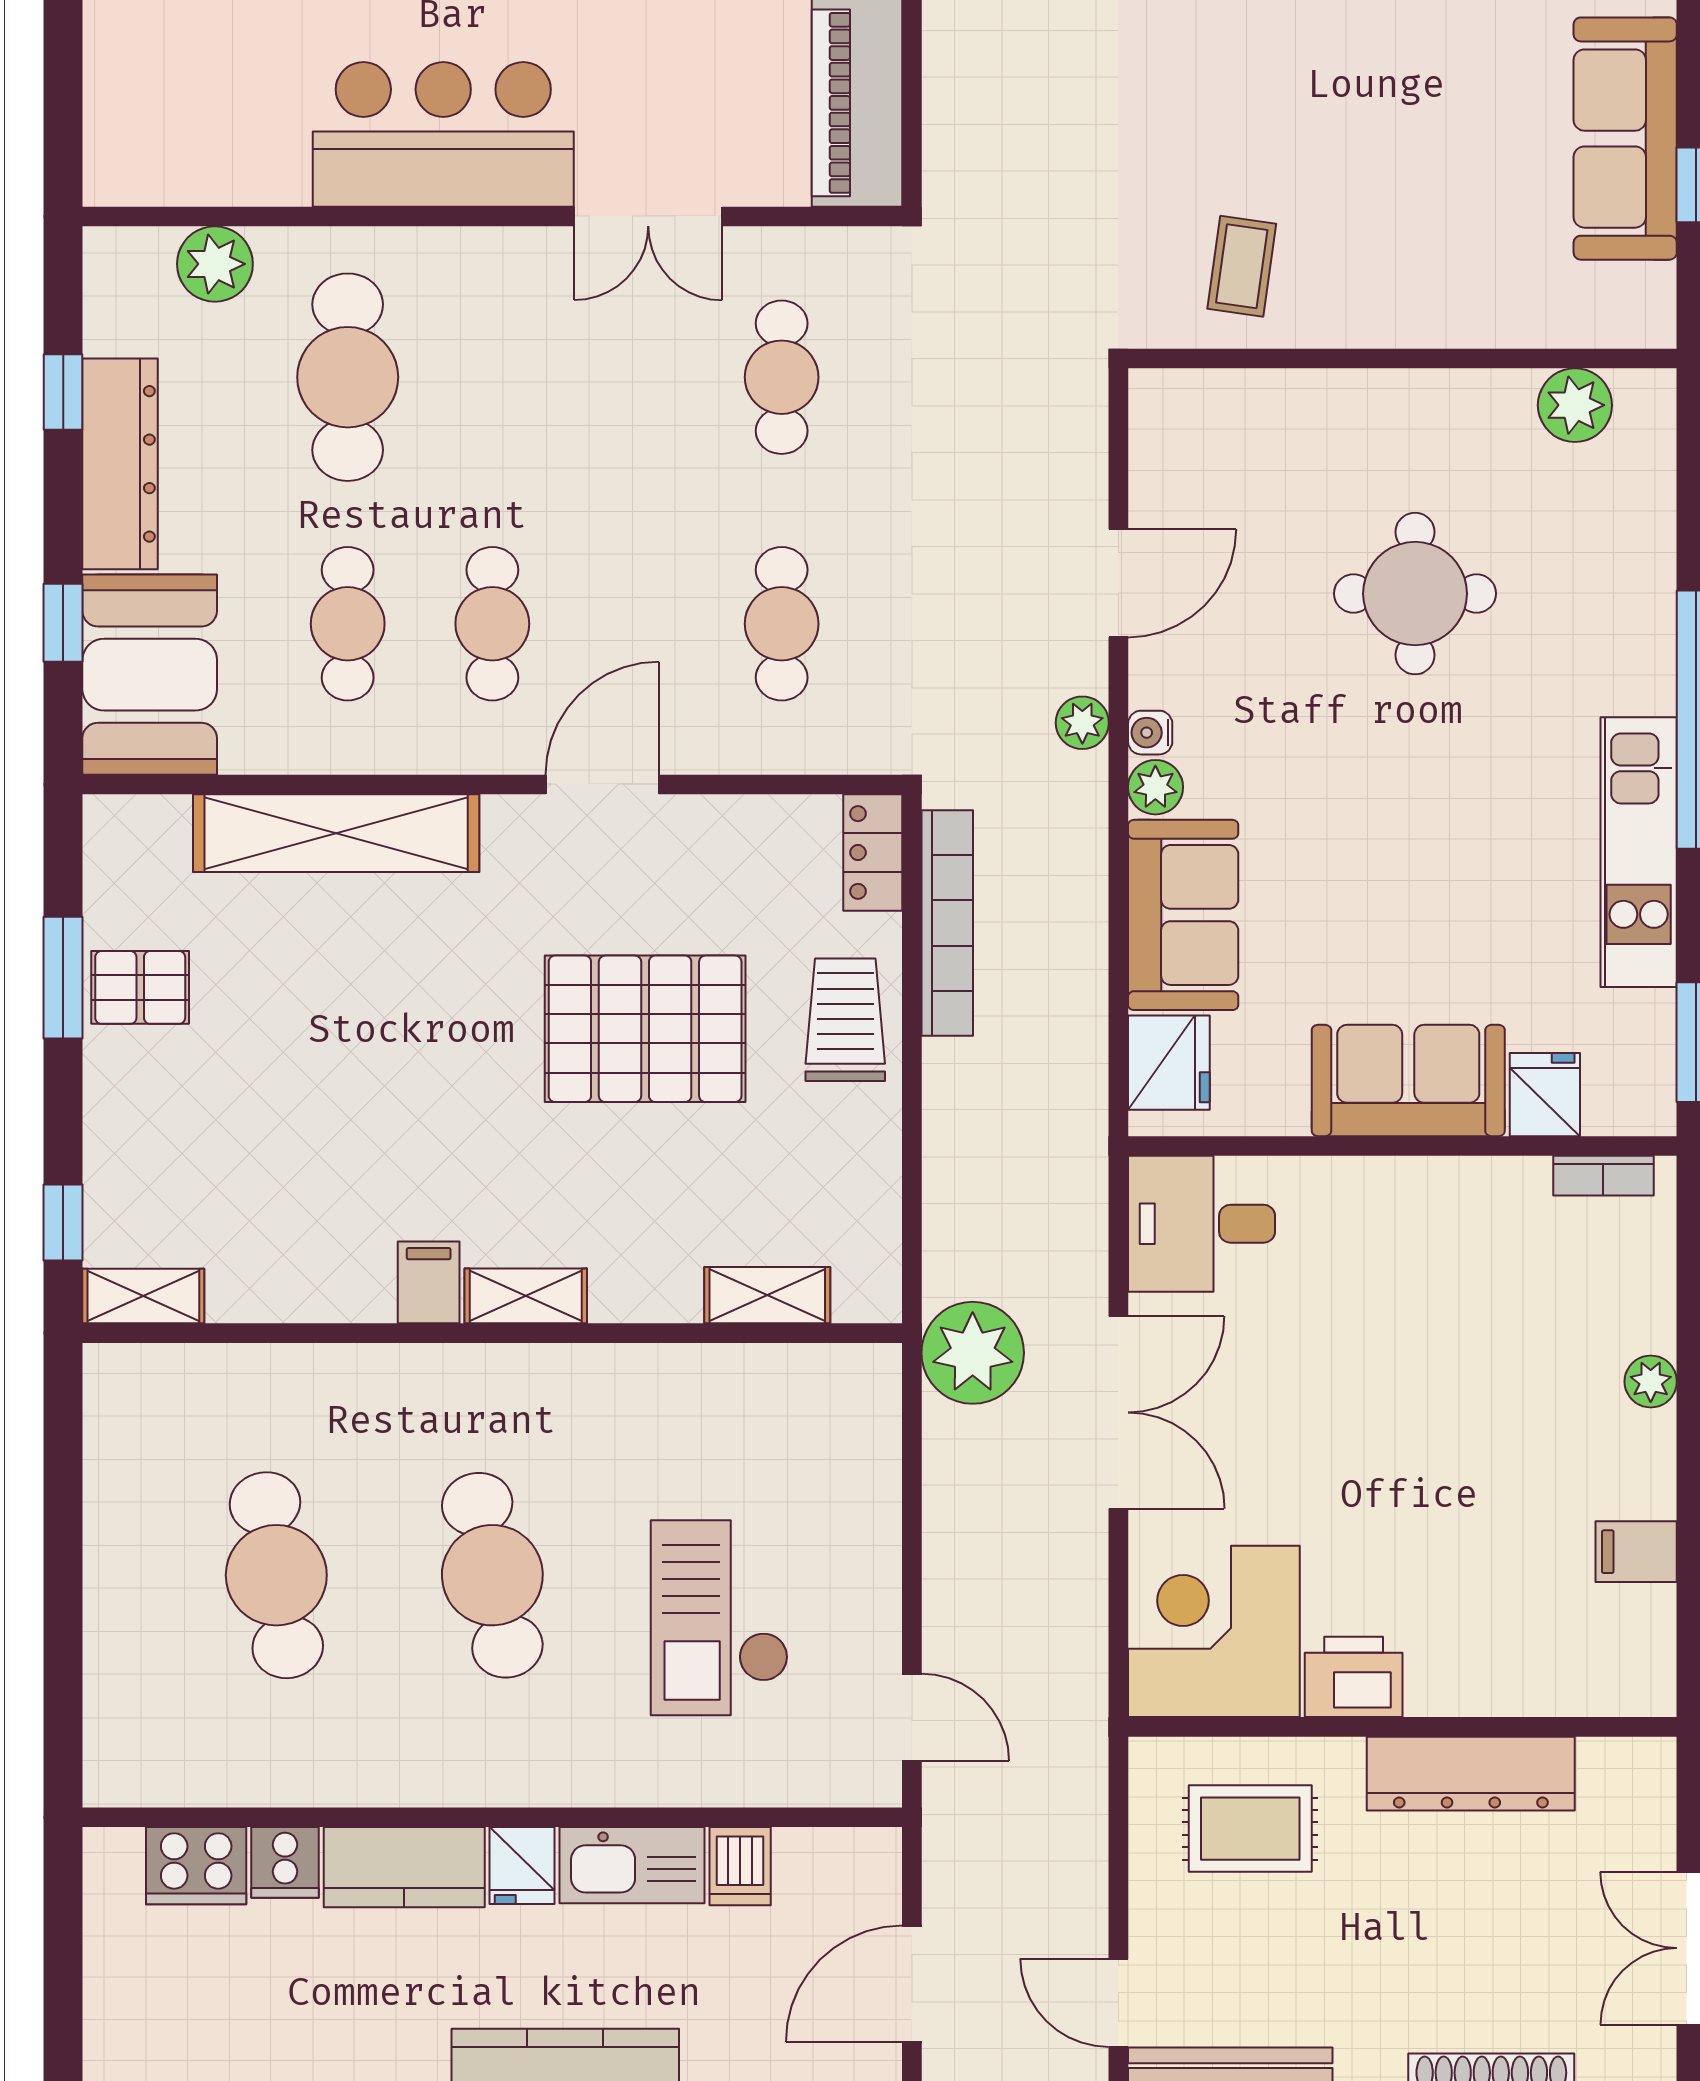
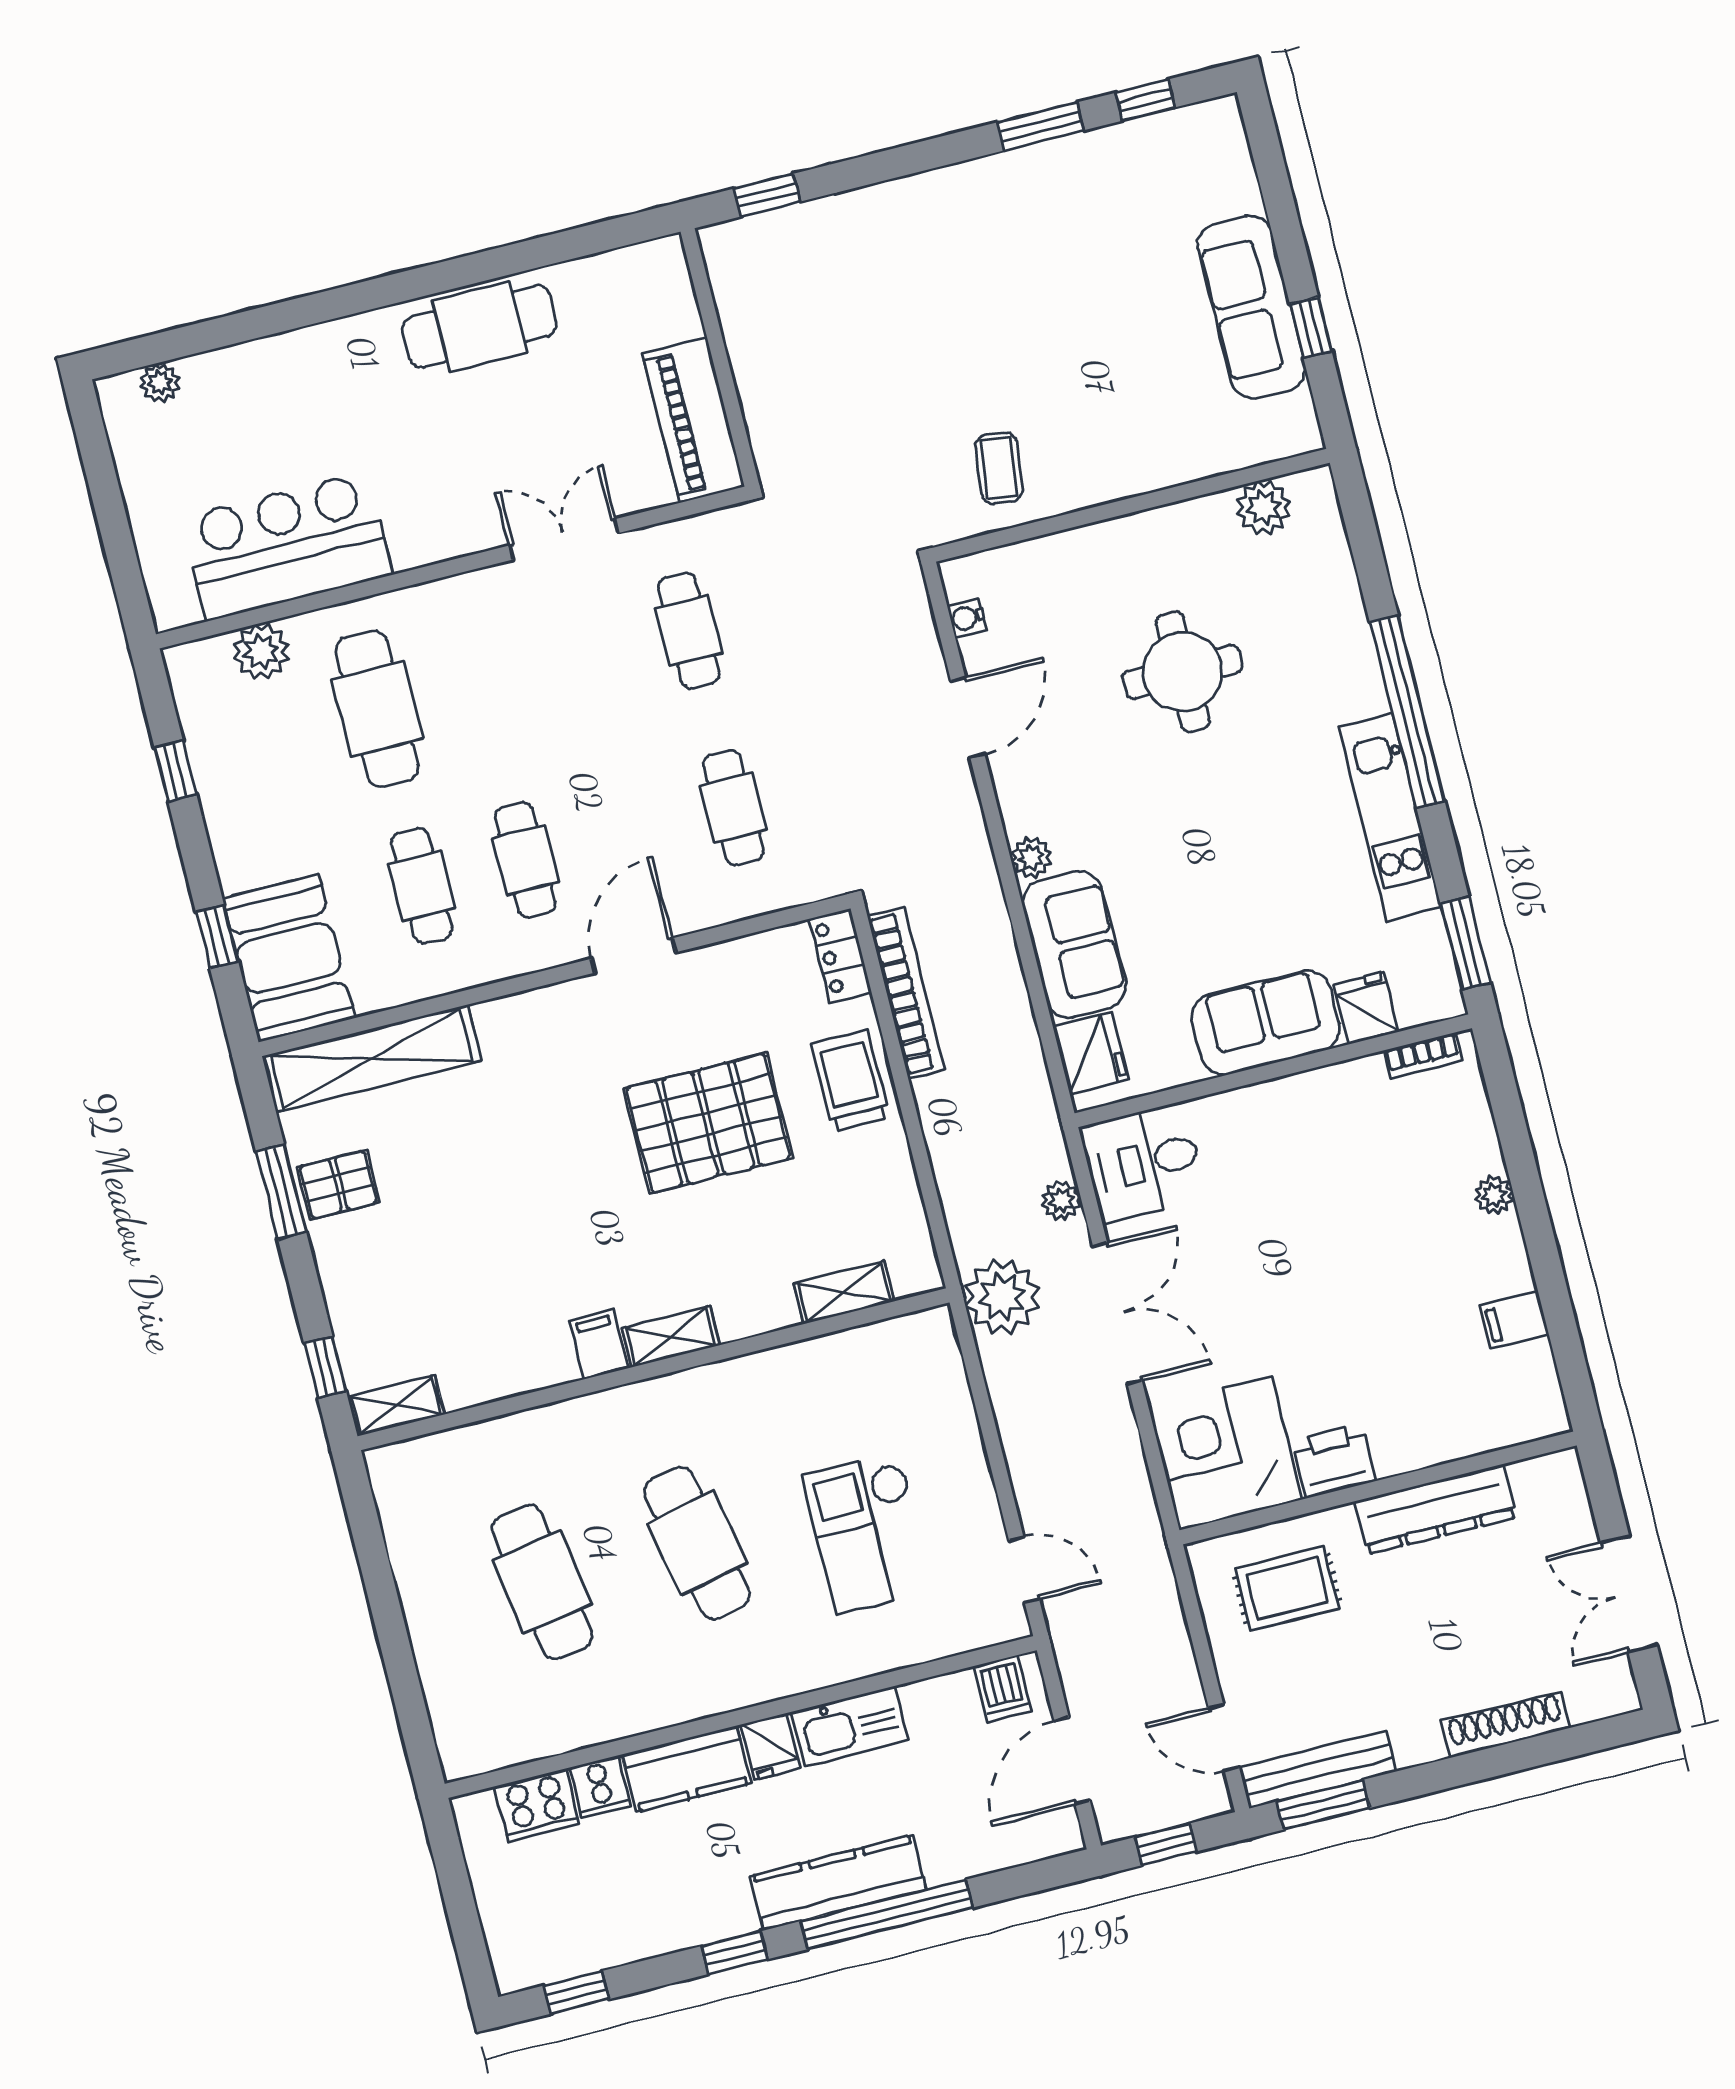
bar counter: (443, 134) -> (287, 546), moved
double door: (648, 216) -> (564, 539), swing flipped
dresser: (120, 464) -> (229, 812), removed
plant: (1082, 723) -> (1061, 1201), moved
water cooler: (1150, 733) -> (967, 618), moved
shelving: (336, 833) -> (372, 1058), moved
dishwasher: (740, 1866) -> (1003, 1689), moved

